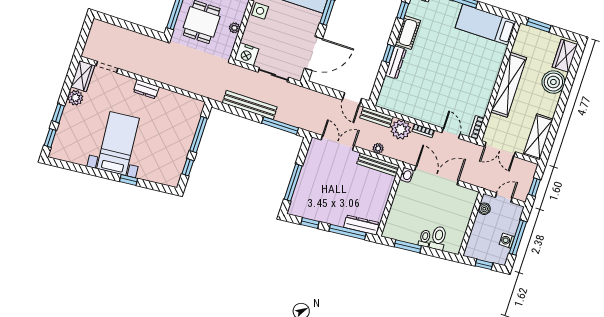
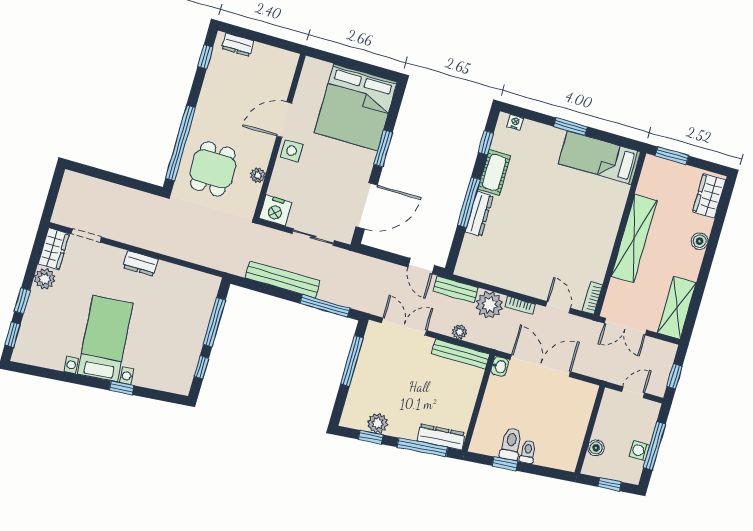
window: (389, 54) -> (469, 202), width x2.17
boiler: (553, 82) -> (700, 241), width x0.54, depth x0.54
window: (293, 182) -> (352, 361), moved
boiler: (484, 209) -> (596, 448), moved
plant: (315, 213) -> (378, 423), added
toilet: (438, 238) -> (511, 444), moved
window: (408, 246) -> (505, 464), width x0.67

